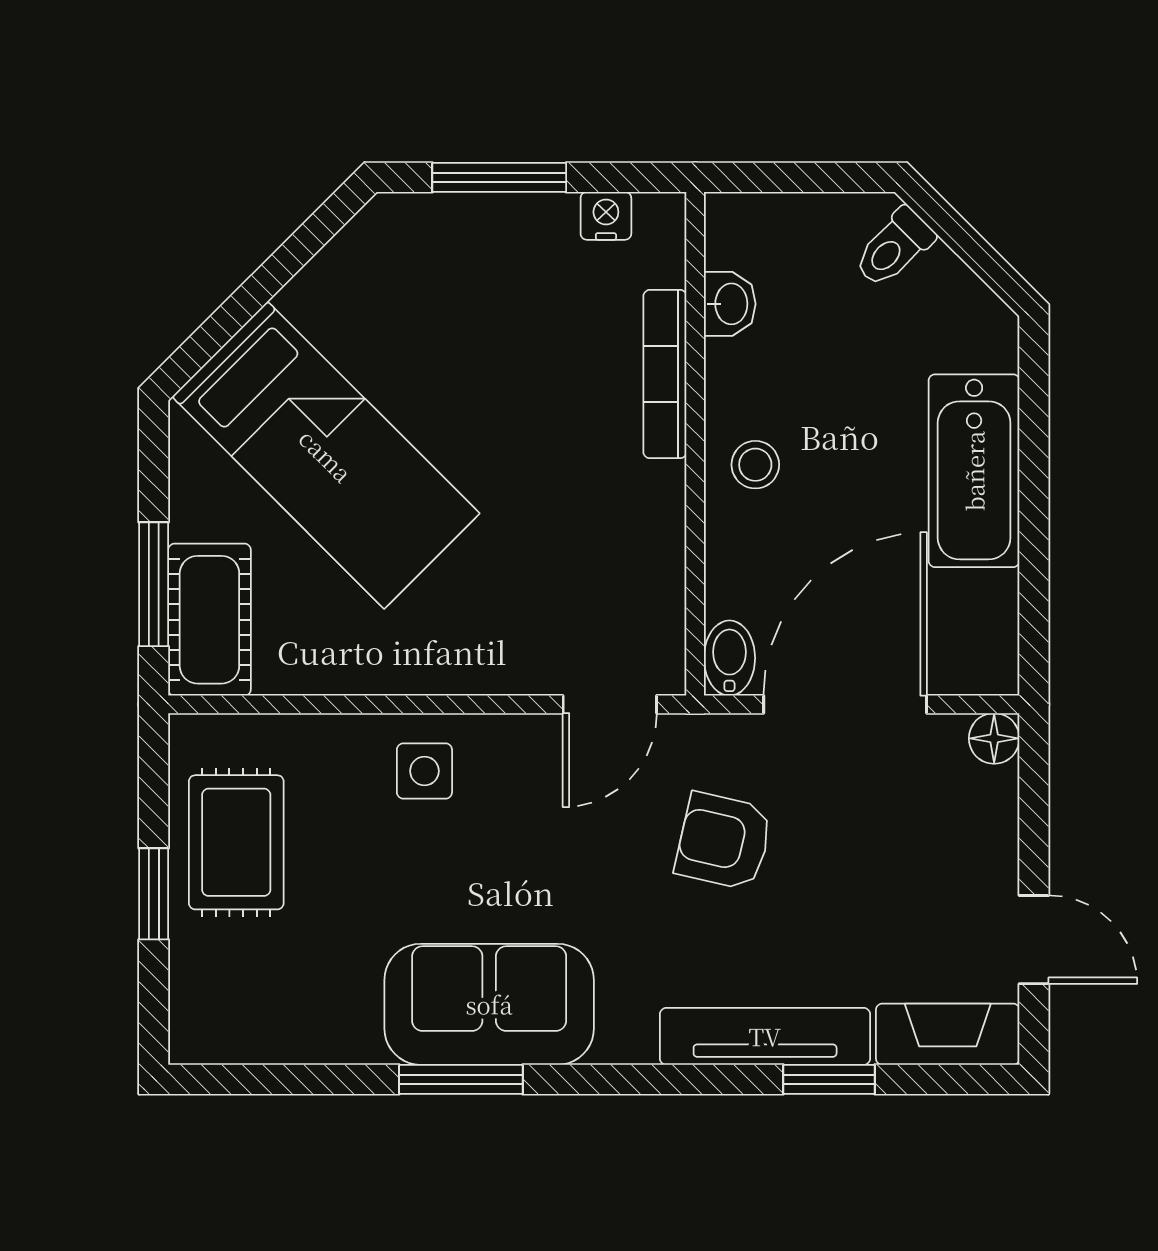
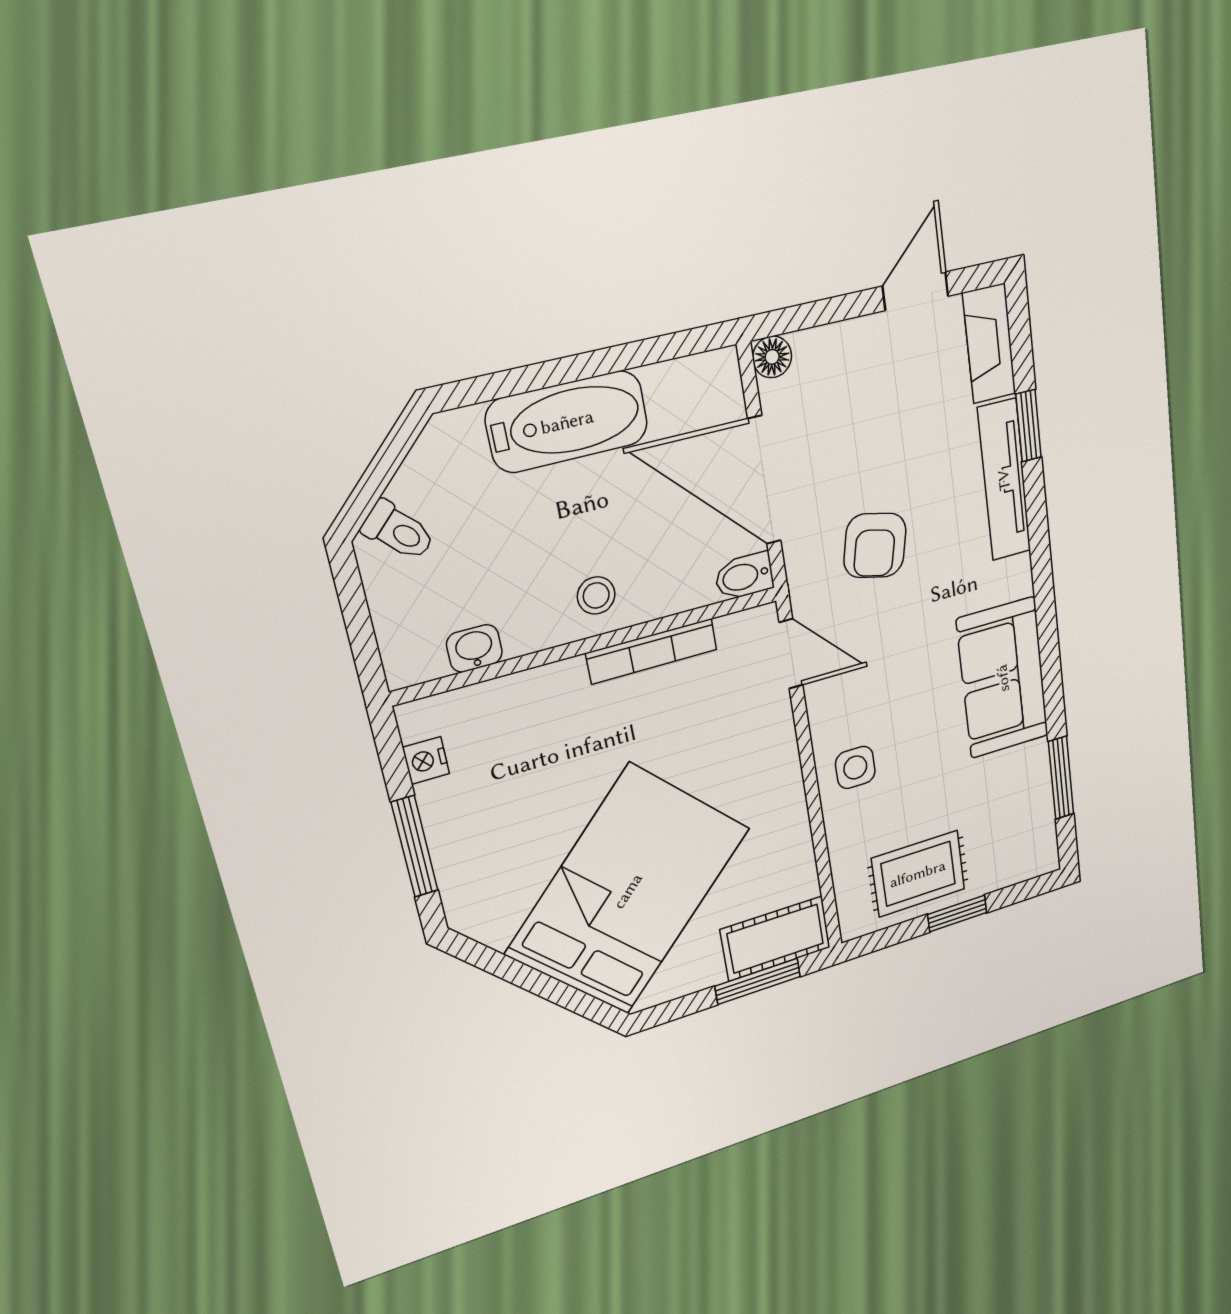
bookcase: (665, 374) -> (652, 651), moved
bed: (326, 455) -> (628, 891), width x1.50
window: (461, 1079) -> (1061, 778), moved

